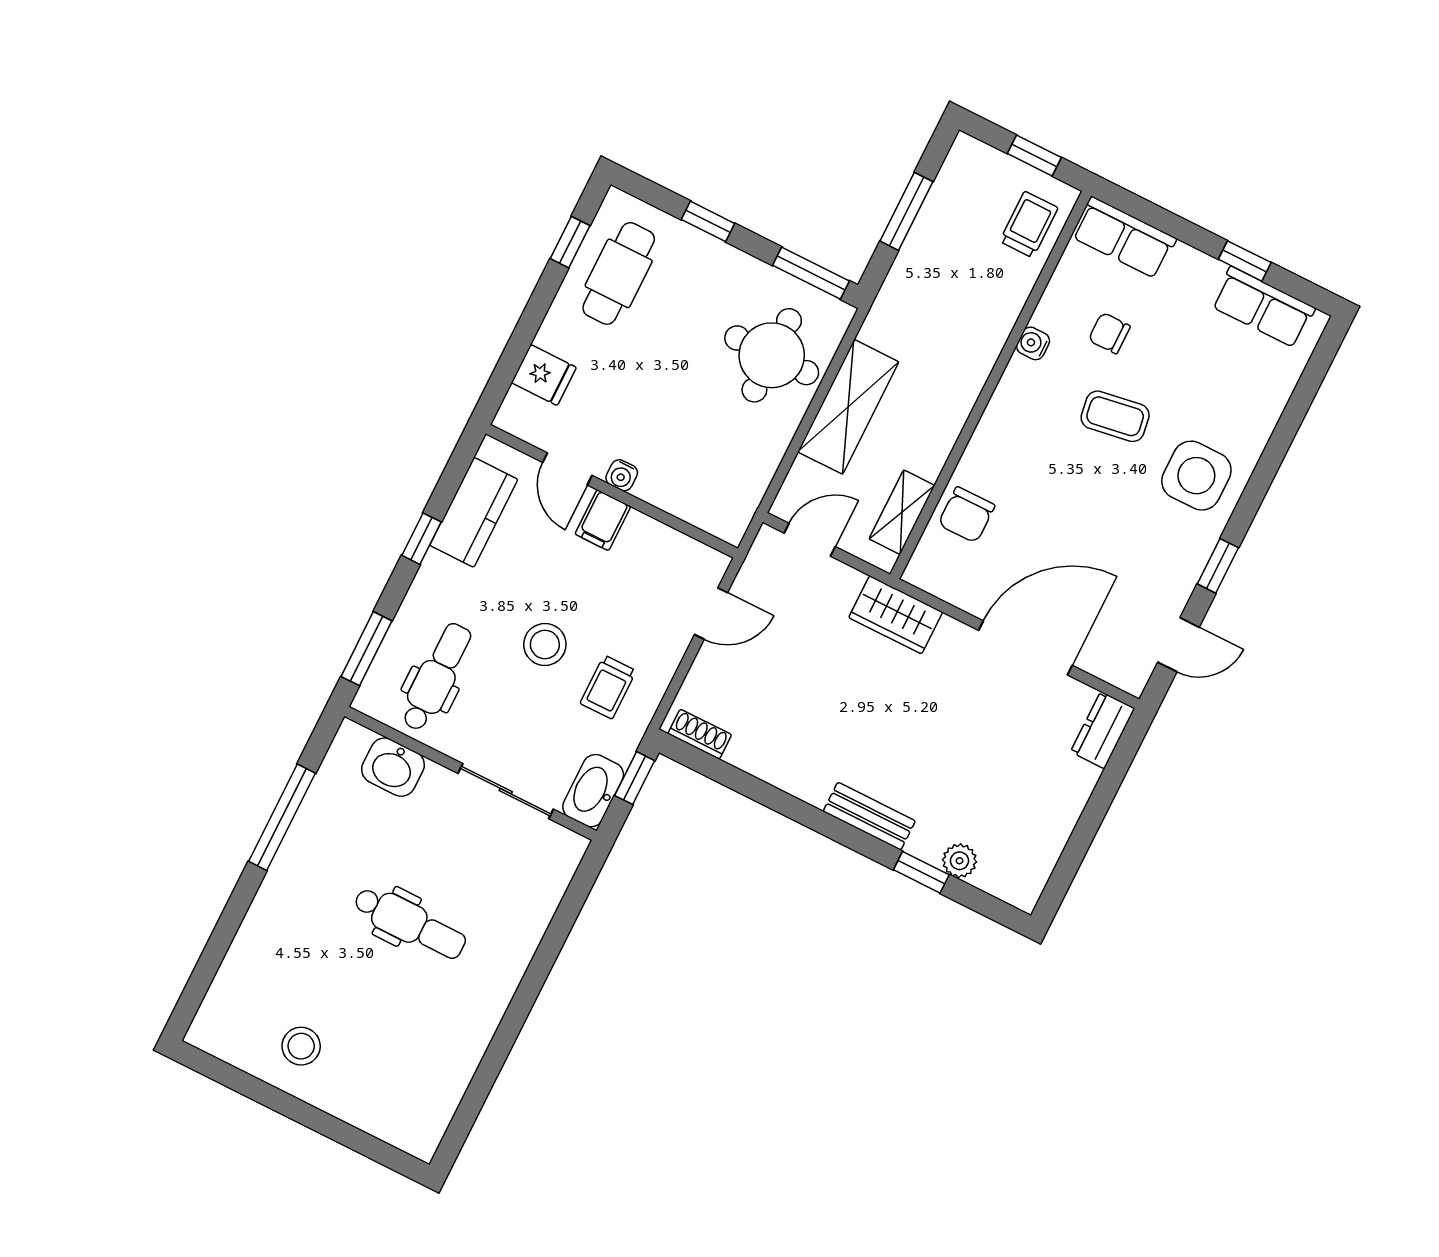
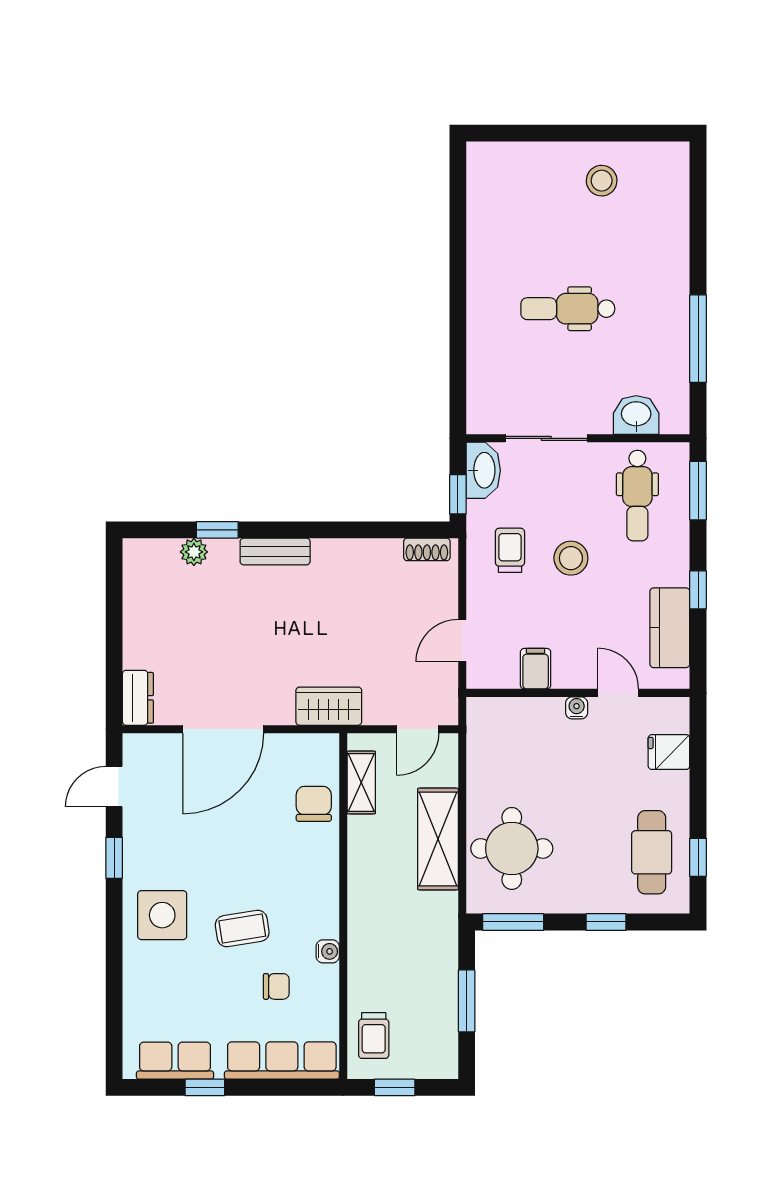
row of seats: (1124, 238) -> (282, 1060), width x1.48
filing cabinet: (603, 520) -> (536, 669), moved

